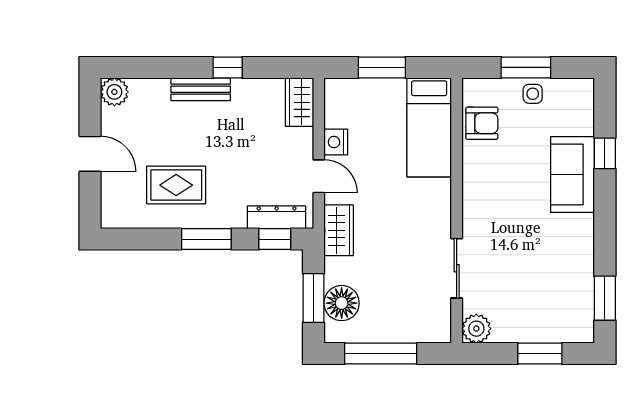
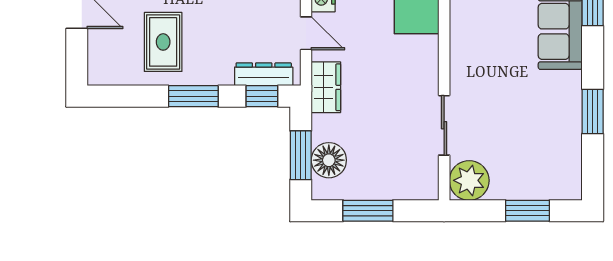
rug: (176, 185) -> (163, 42), turned 90
window: (605, 298) -> (593, 111), moved
plant: (476, 329) -> (469, 180), width x1.36, depth x1.36
window: (381, 354) -> (368, 211), width x0.69

